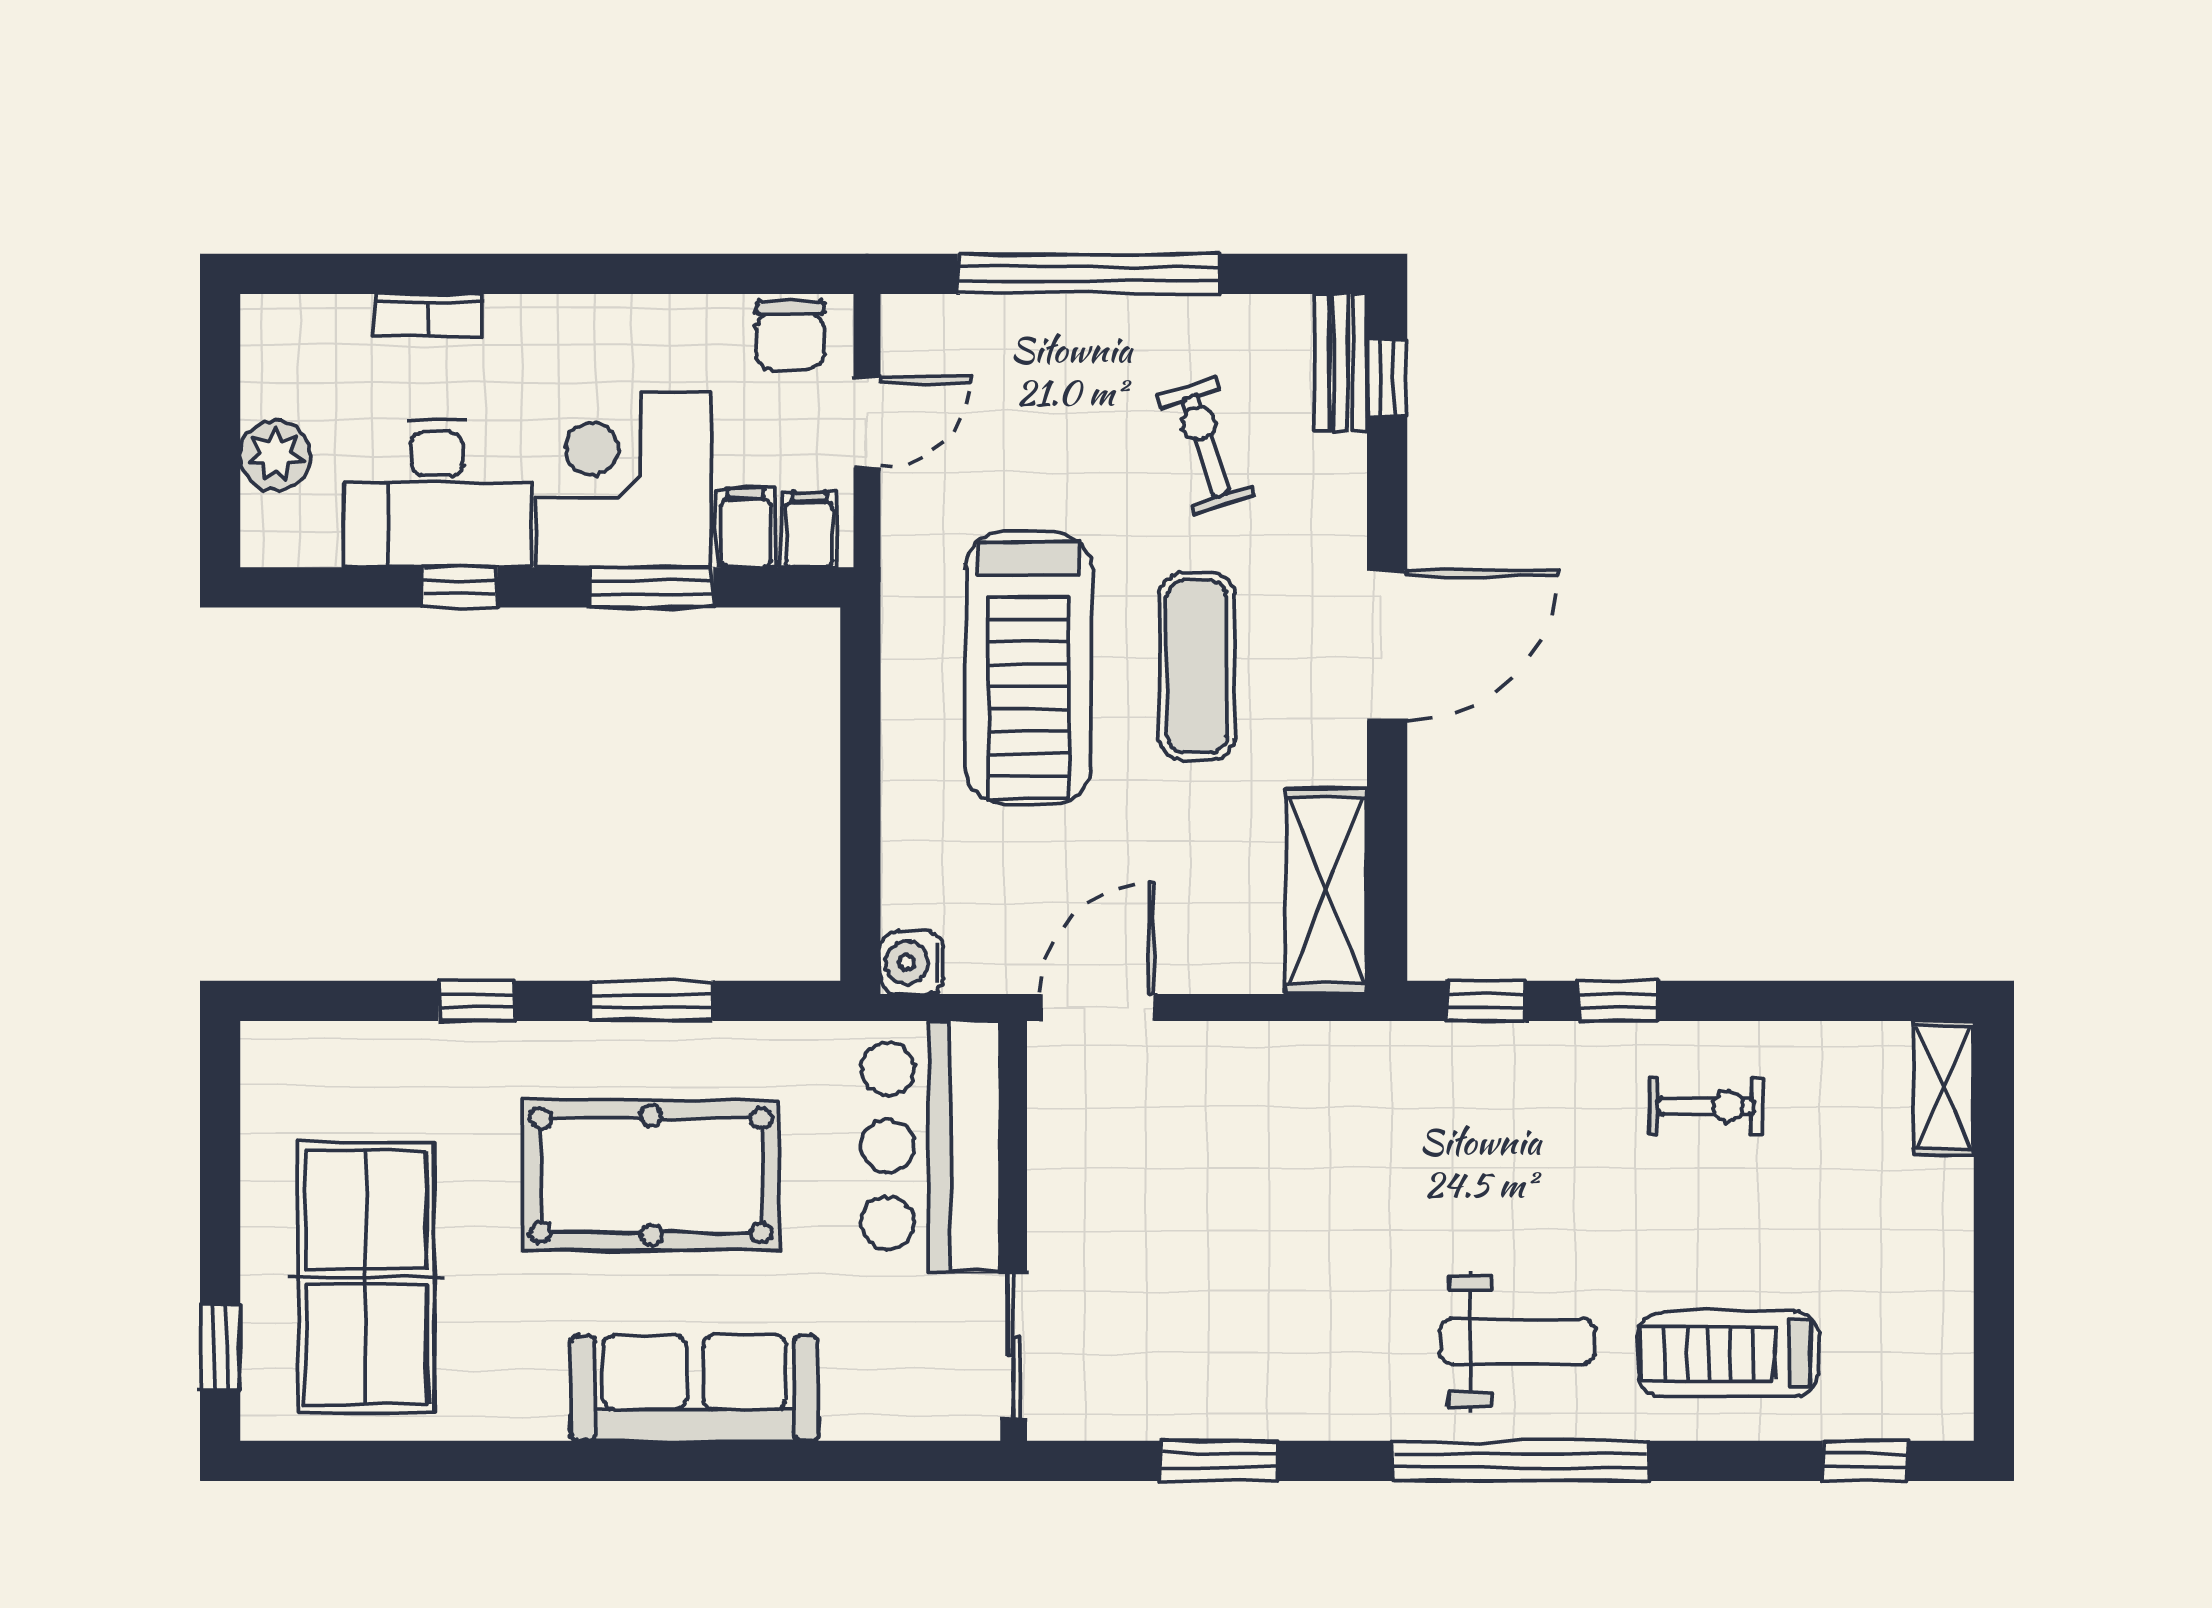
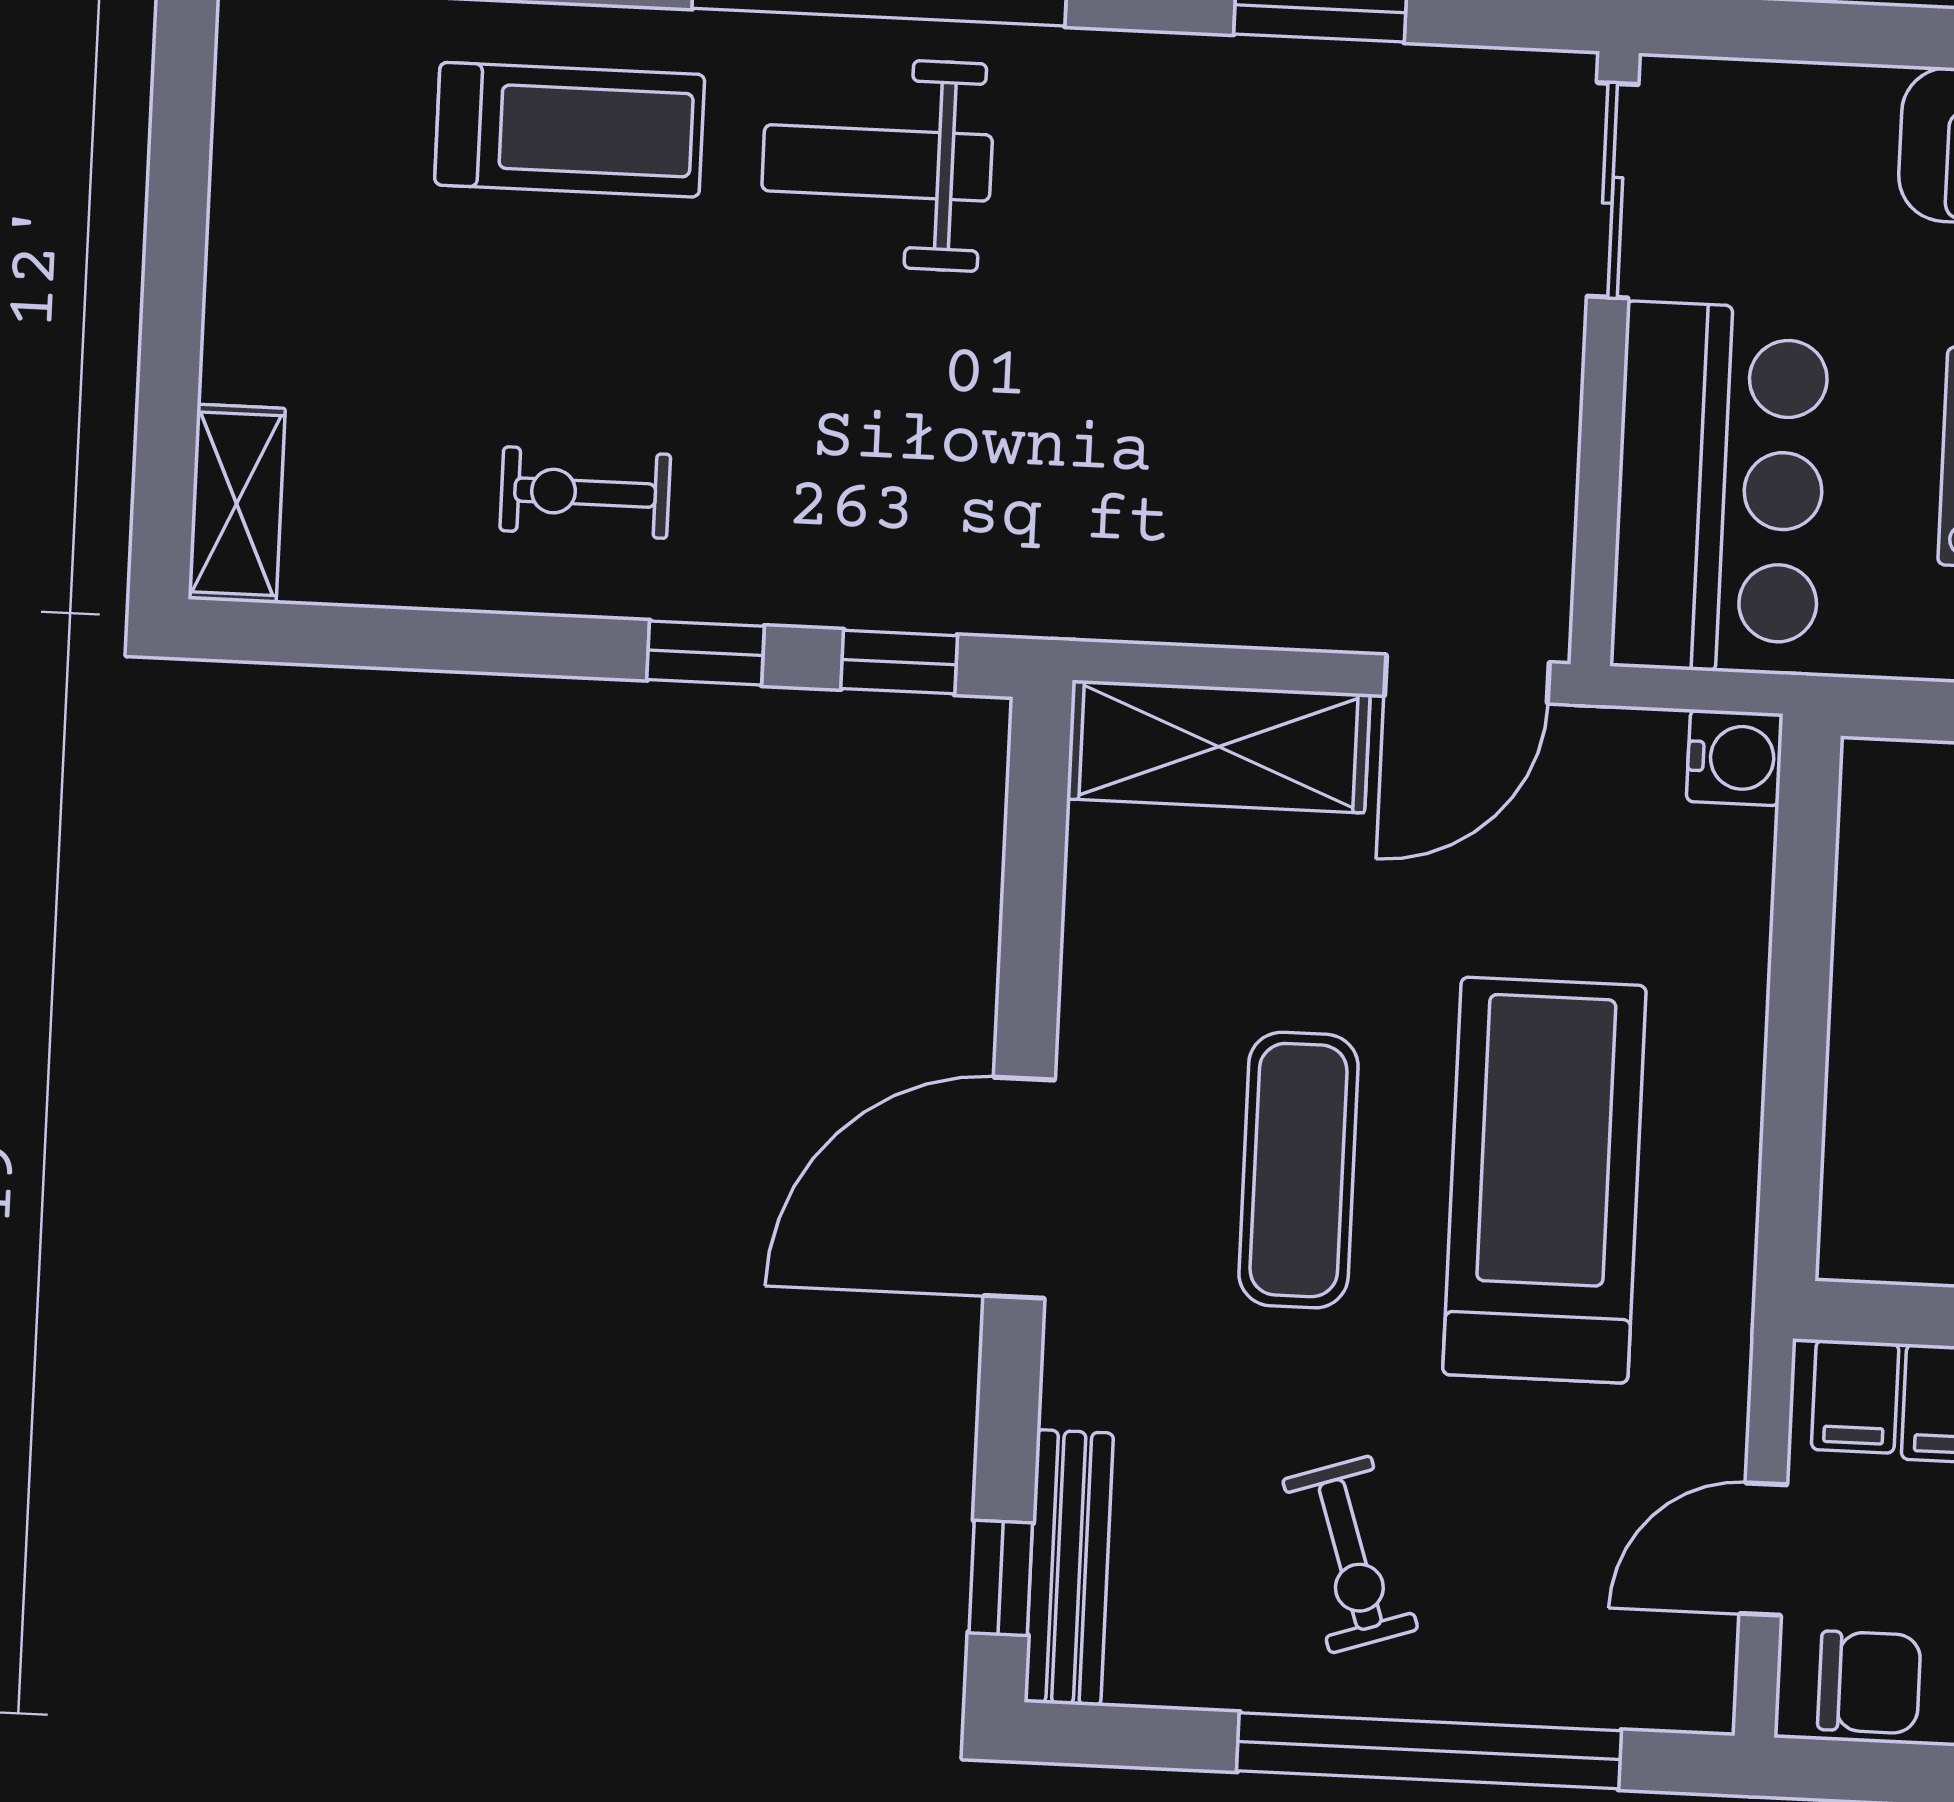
chair: (790, 335) -> (1869, 1682), turned 90
bench: (1341, 362) -> (1069, 1568), width x1.36
exercise bike: (1206, 446) -> (1350, 1555), moved
shelving: (1326, 891) -> (1218, 747), moved, turned 90

